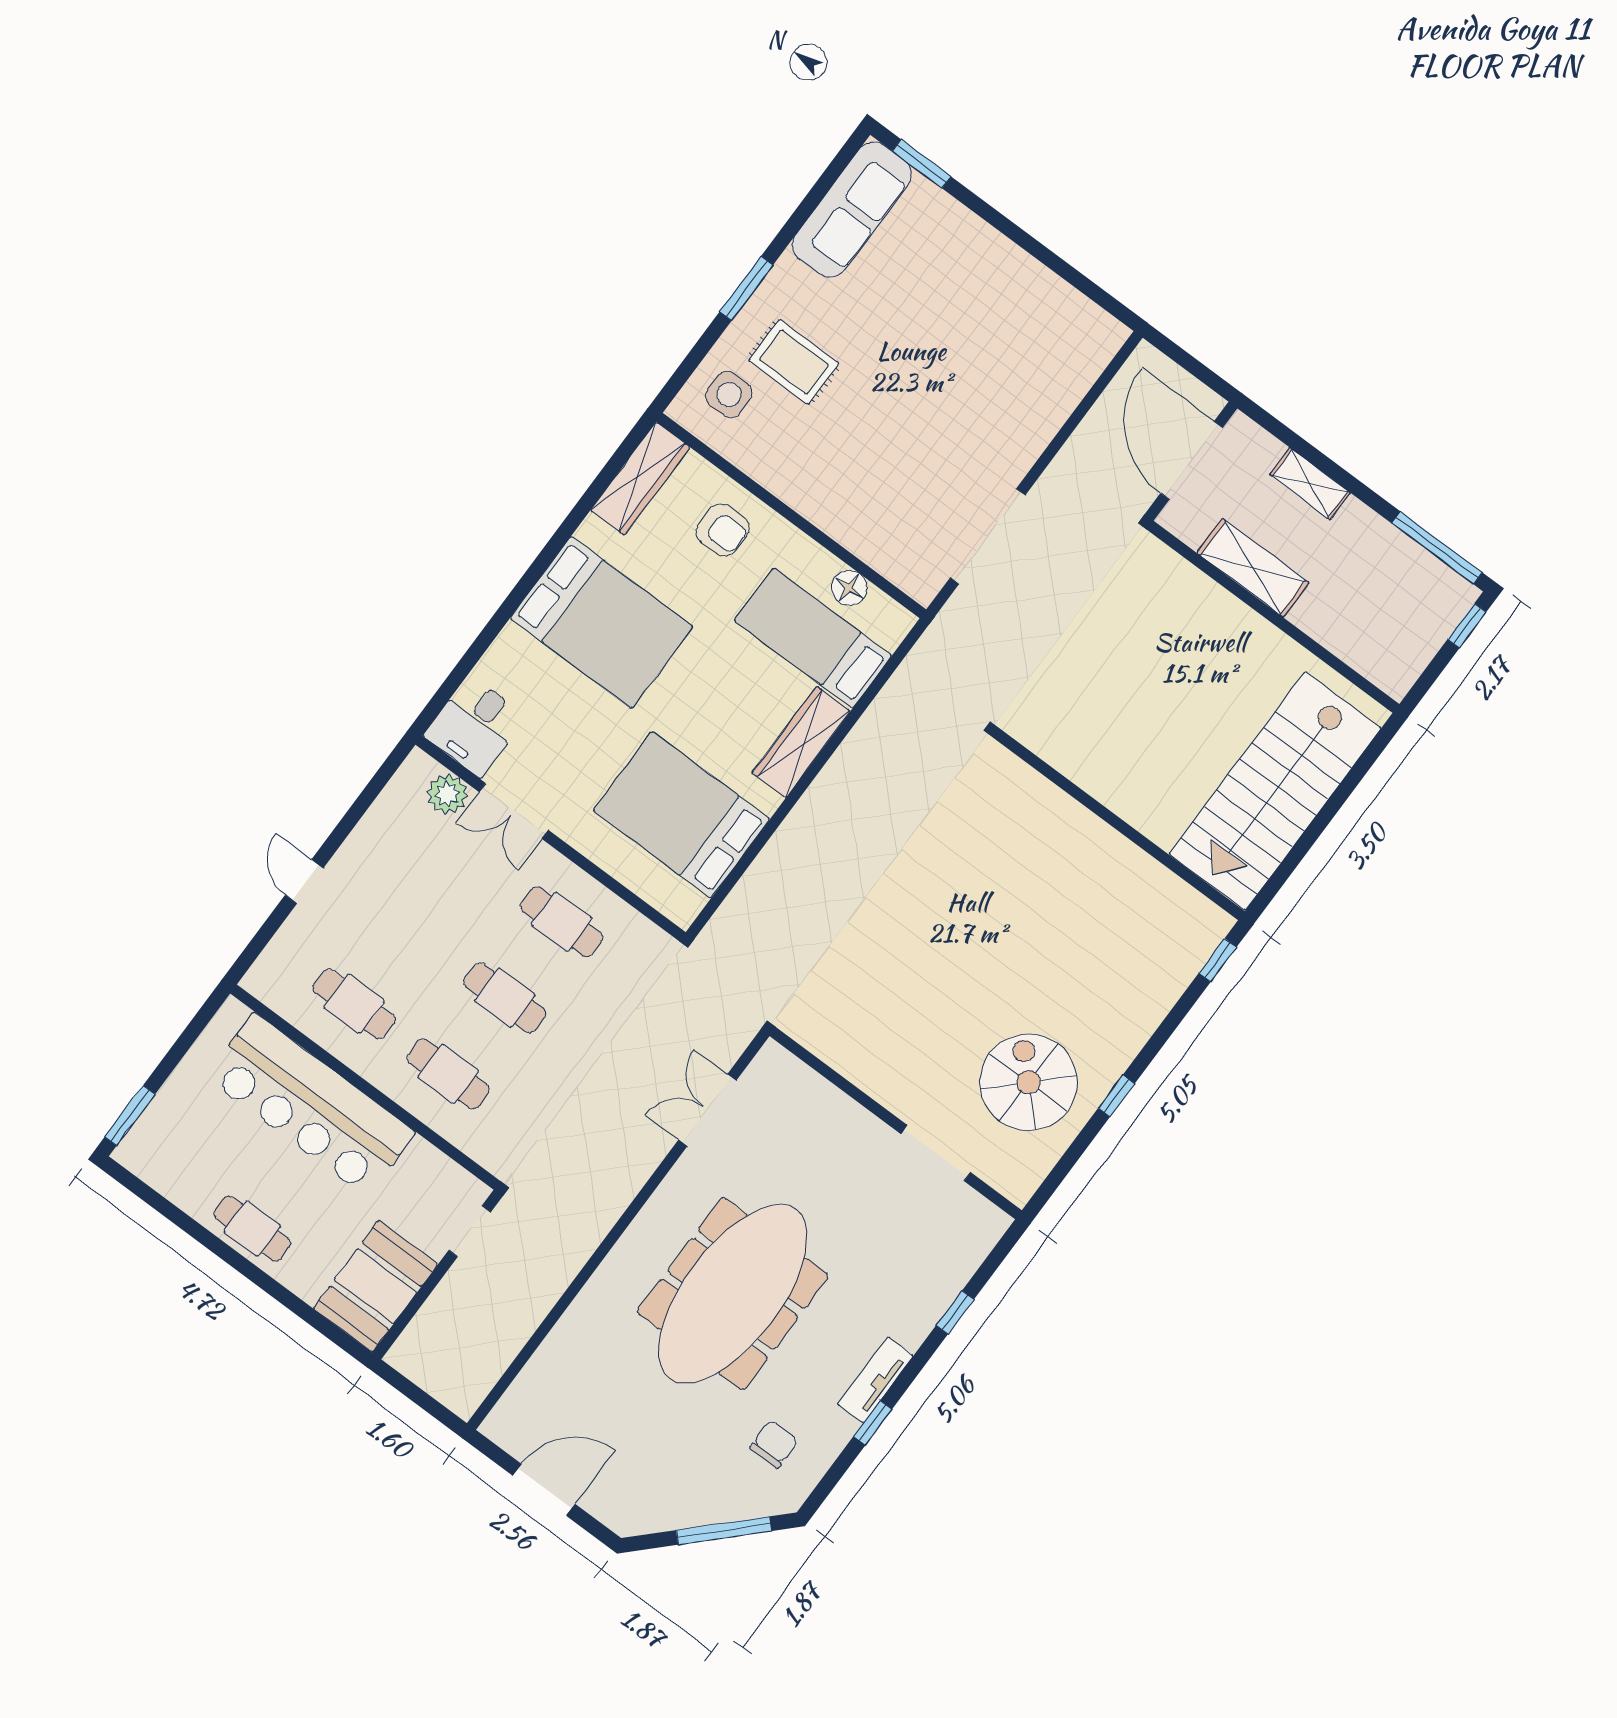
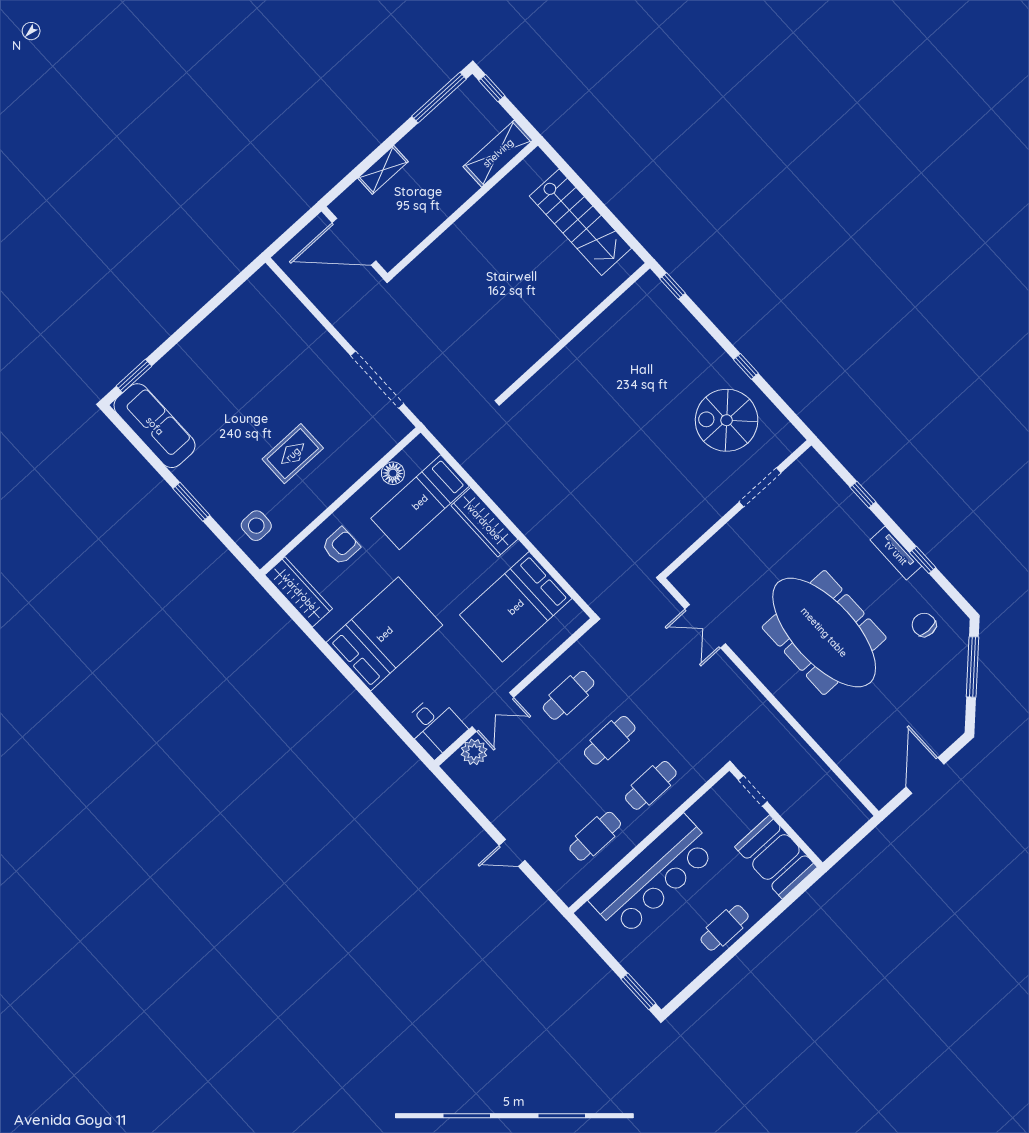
rug: (794, 362) -> (293, 454), moved
shelving: (1253, 568) -> (498, 153), moved
stairs: (1275, 791) -> (580, 222), width x0.73, depth x0.66

